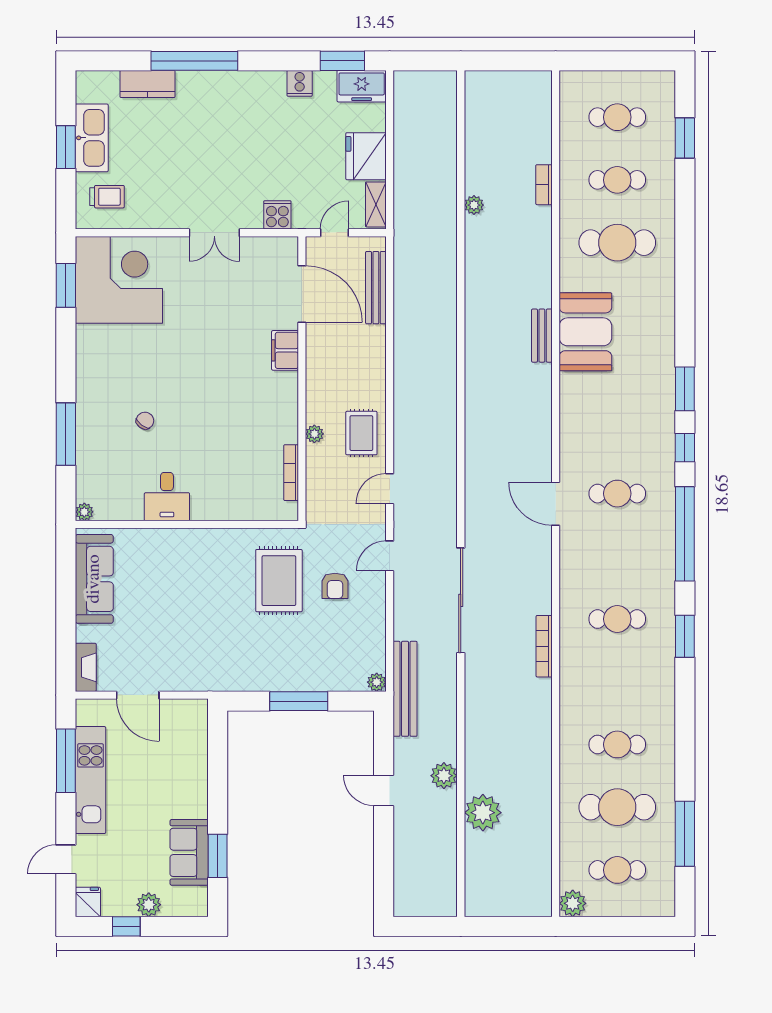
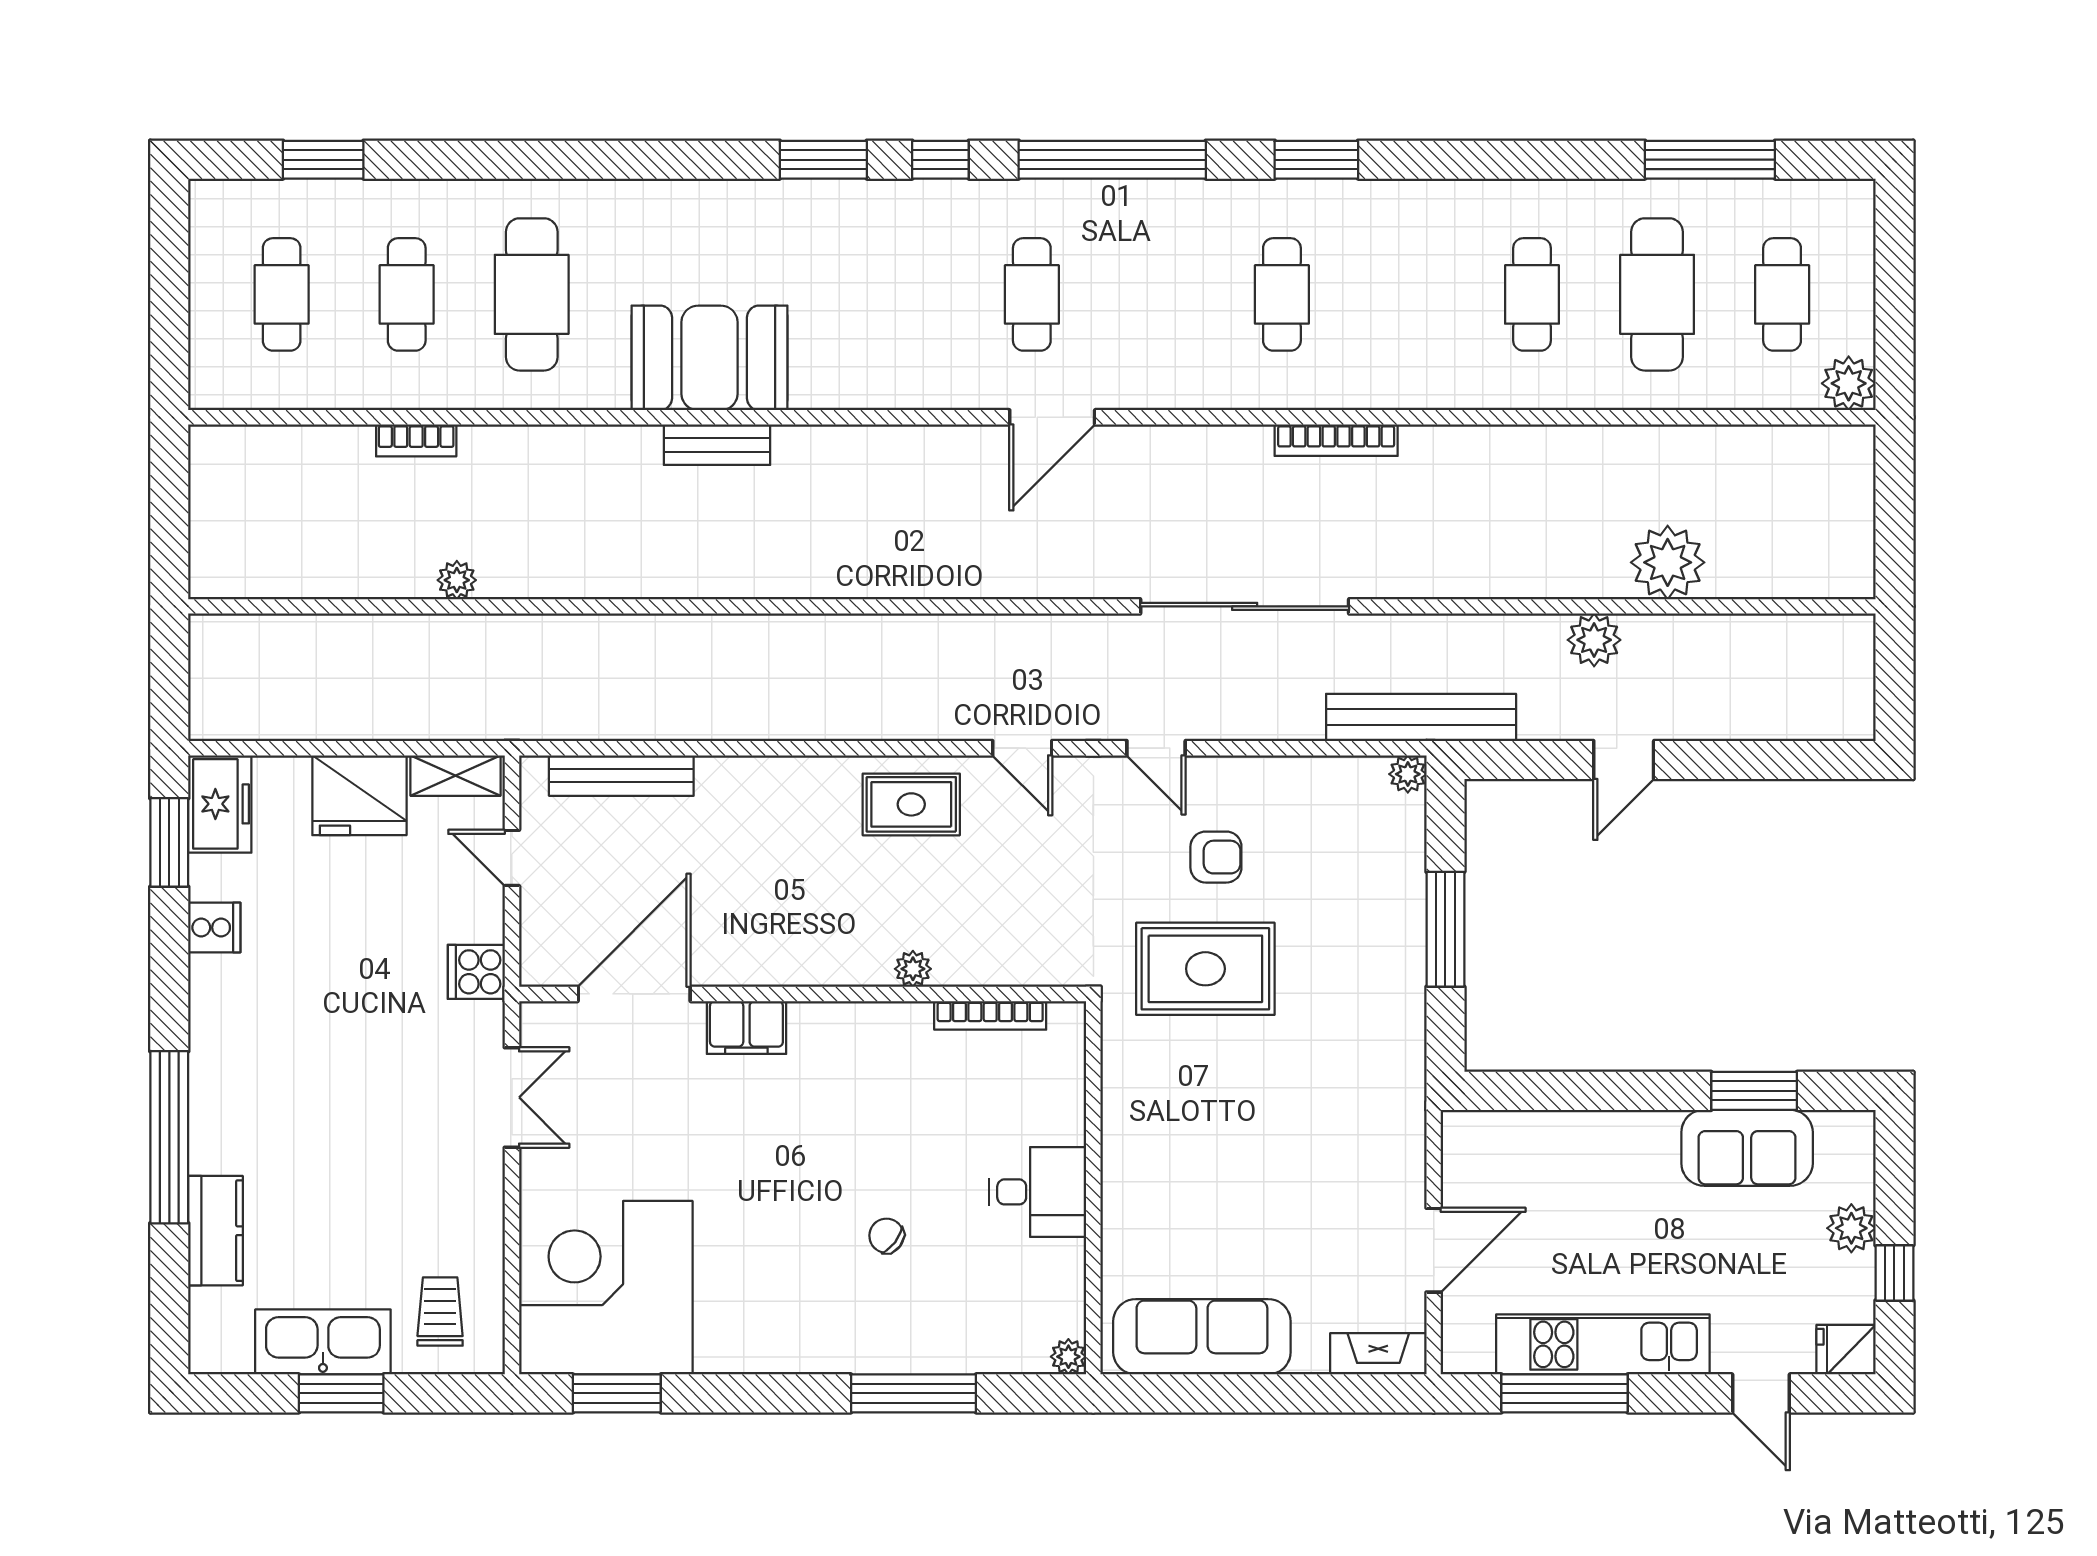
door: (302, 294) -> (634, 994), moved
filing cabinet: (285, 350) -> (746, 1028), moved
wall: (302, 379) -> (803, 994), moved
plant: (314, 434) -> (913, 969), moved
bookcase: (291, 473) -> (990, 1015), moved

